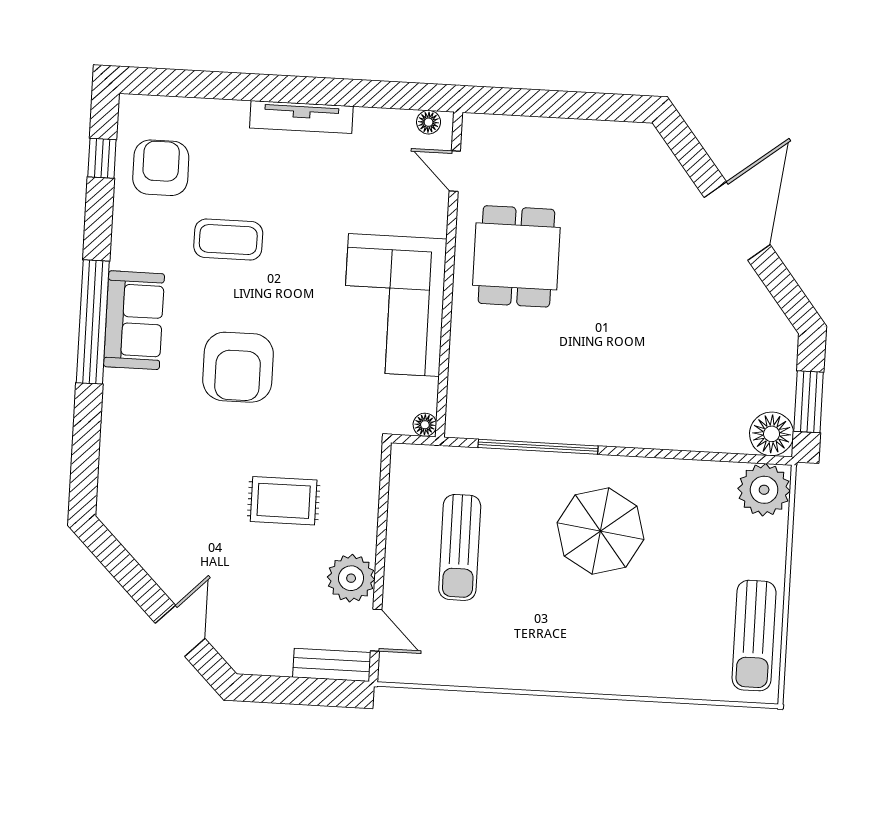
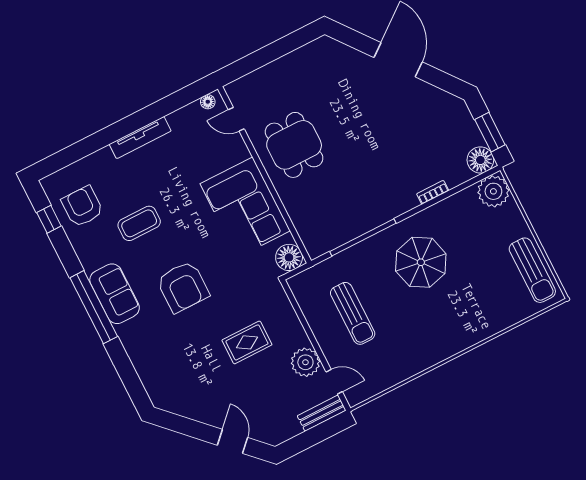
floor lamp: (425, 425) -> (289, 257), width x1.89, depth x1.89
bookcase: (676, 440) -> (433, 192), added

